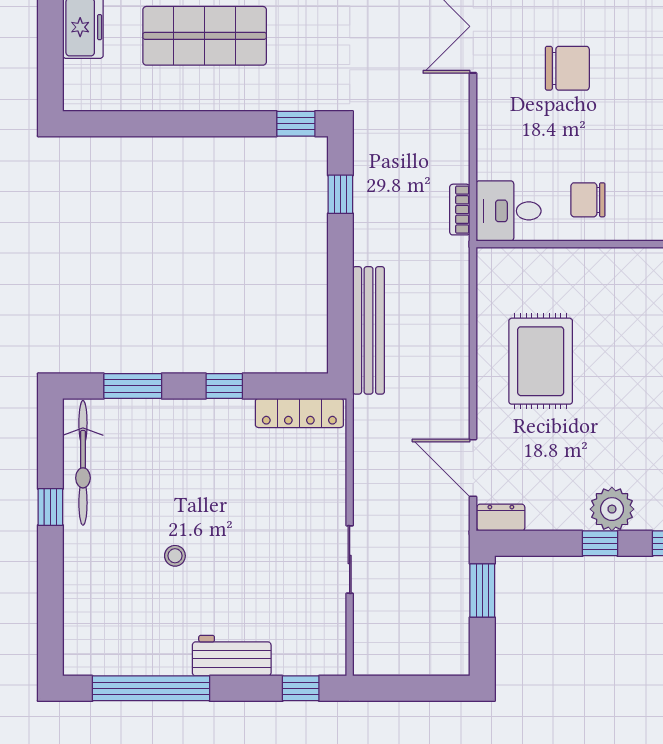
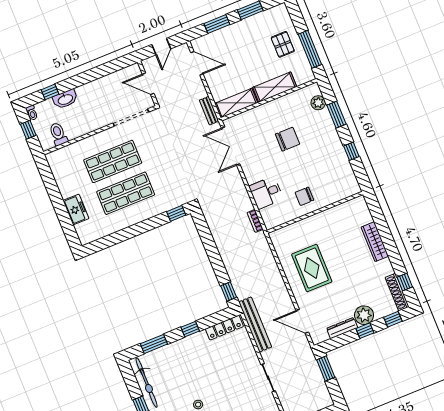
chair: (567, 68) -> (287, 139), moved
window: (340, 194) -> (229, 291), moved
desk: (509, 211) -> (266, 193), moved
bench: (369, 330) -> (255, 324), moved
dresser: (501, 518) -> (342, 328), moved, width x1.44

